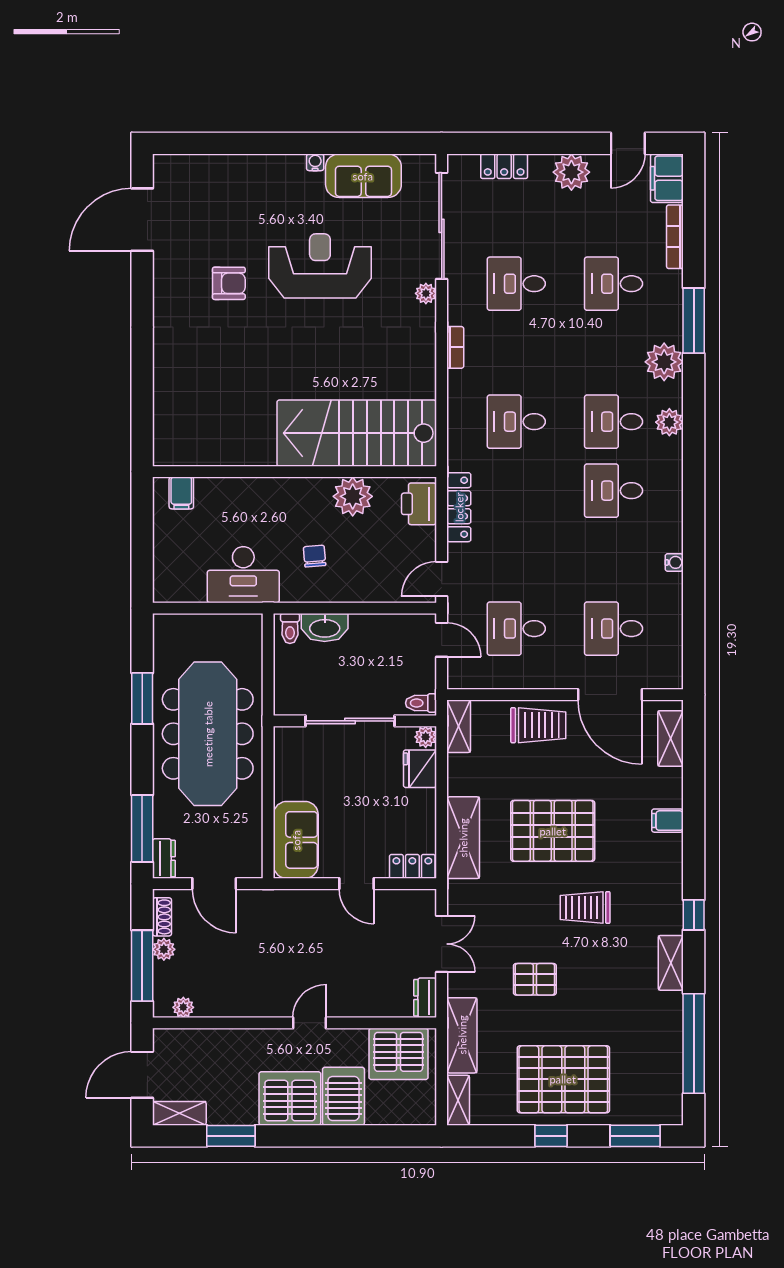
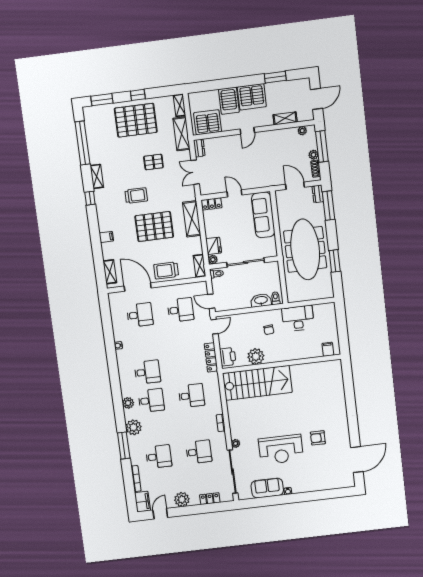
sofa: (296, 840) -> (263, 215), width x1.36
shelving: (179, 1113) -> (285, 118), moved

